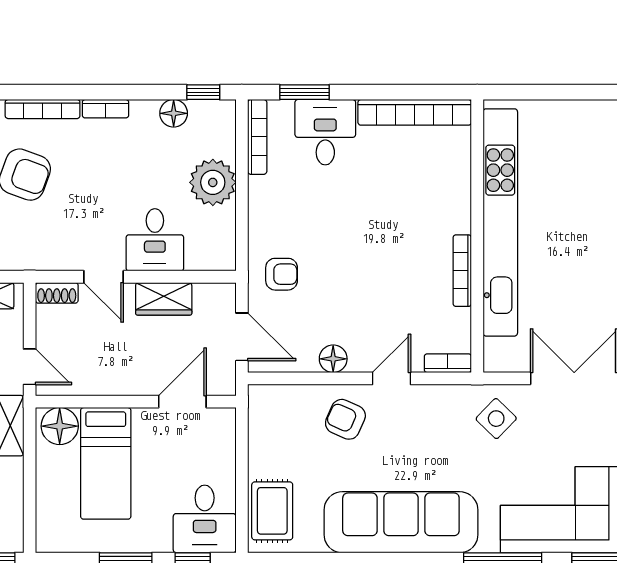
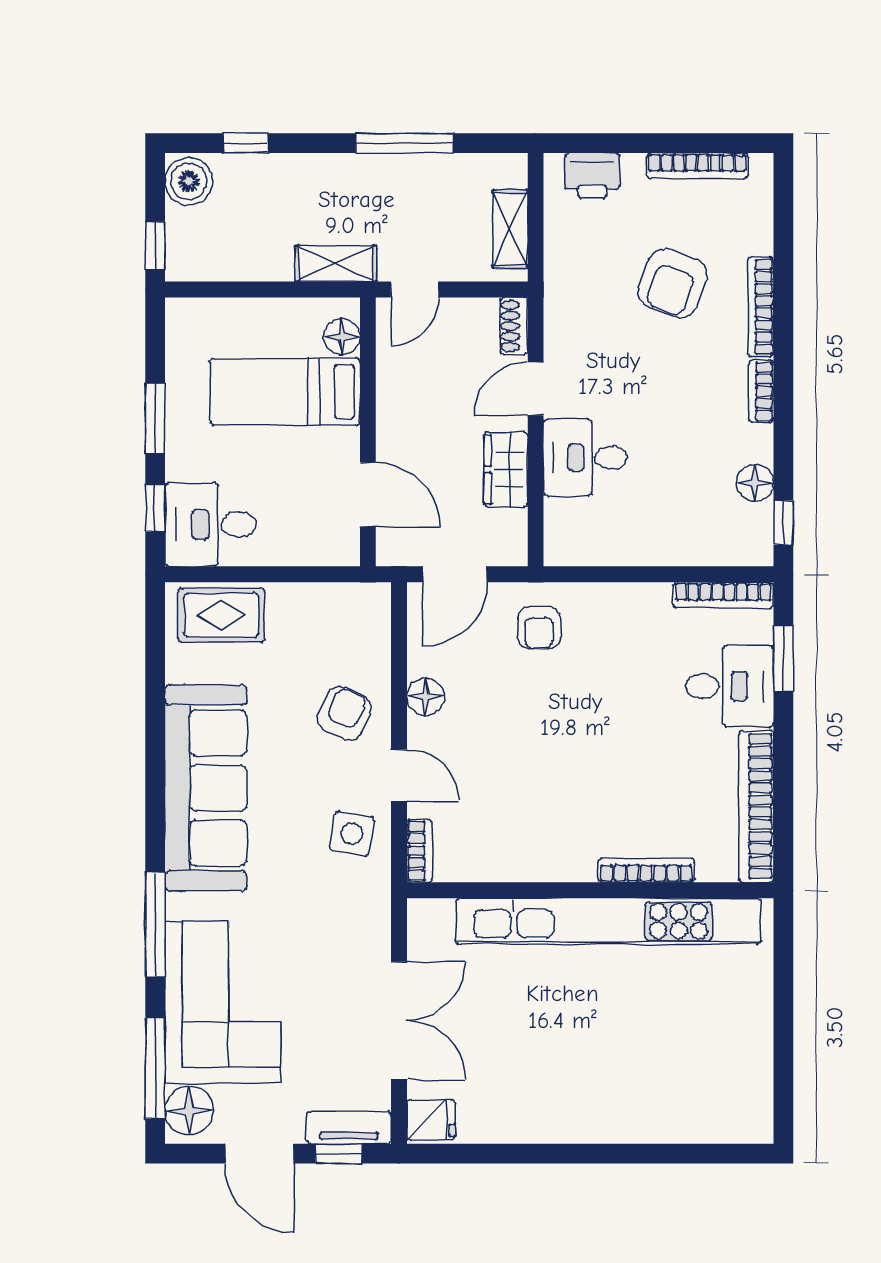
plant: (213, 182) -> (662, 535), removed
bookcase: (462, 271) -> (646, 870), moved
side table: (496, 419) -> (352, 834), moved, turned -34
floor lamp: (60, 426) -> (342, 337), width x0.73, depth x0.73

